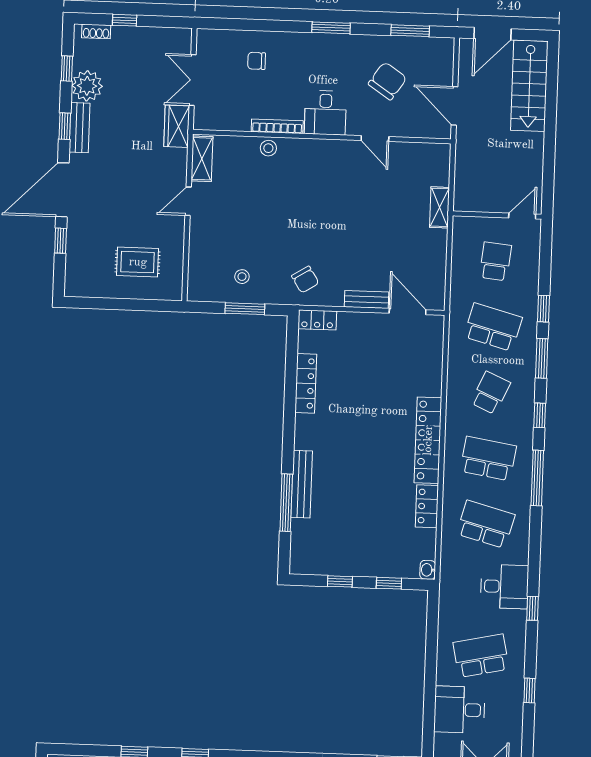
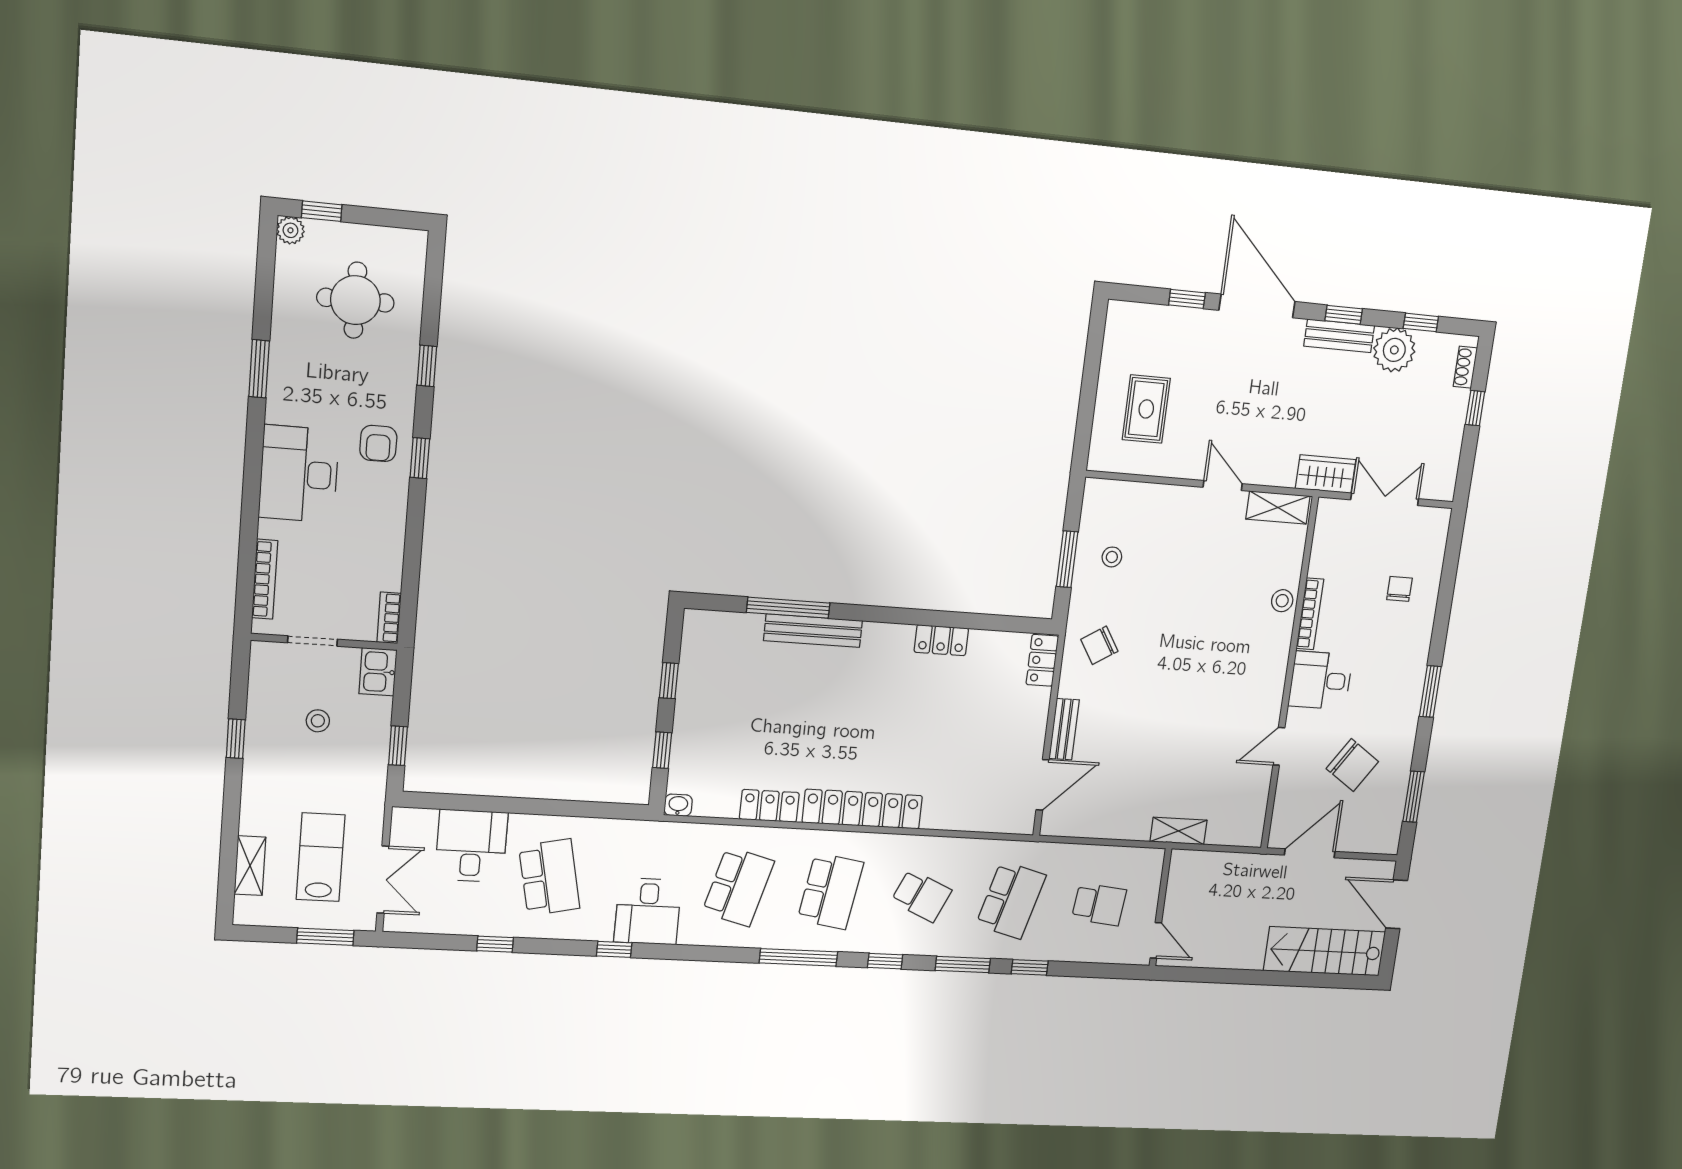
locker: (306, 383) -> (941, 640), width x0.66

